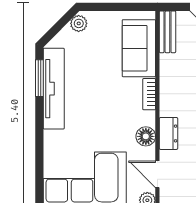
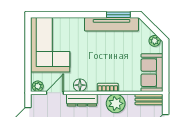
sofa: (139, 48) -> (152, 73), moved, turned -90
plant: (173, 82) -> (116, 103), added
dresser: (168, 133) -> (82, 100), width x1.44

